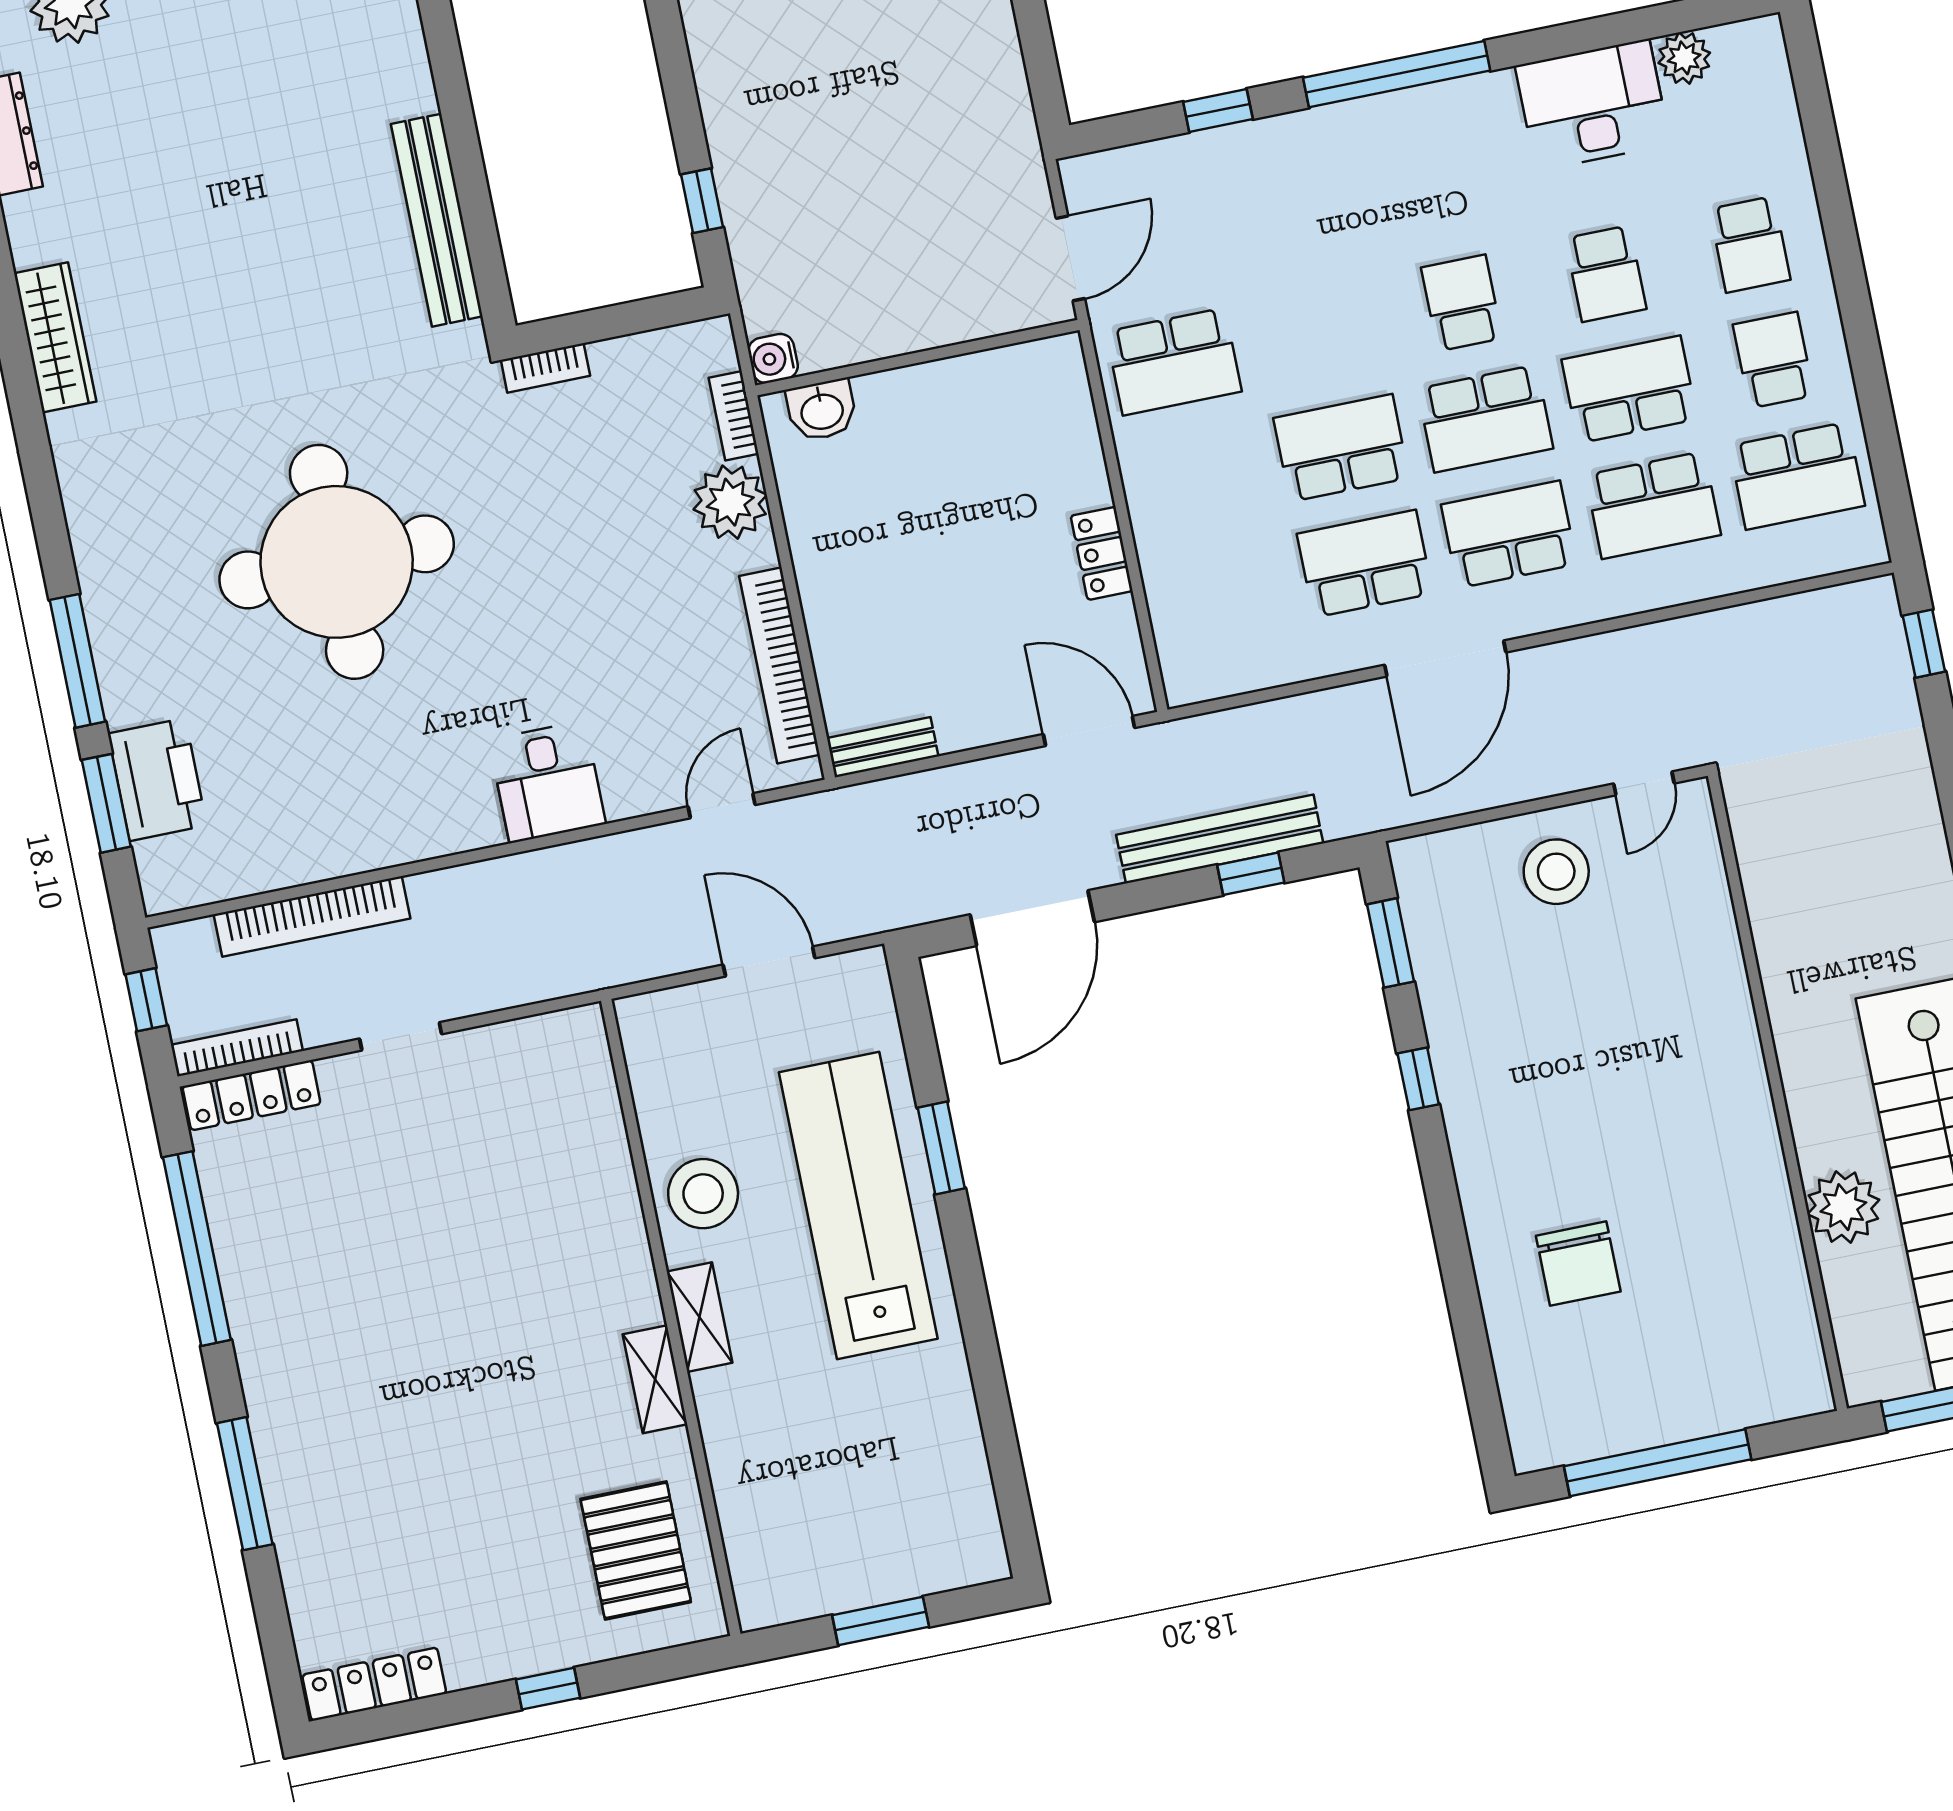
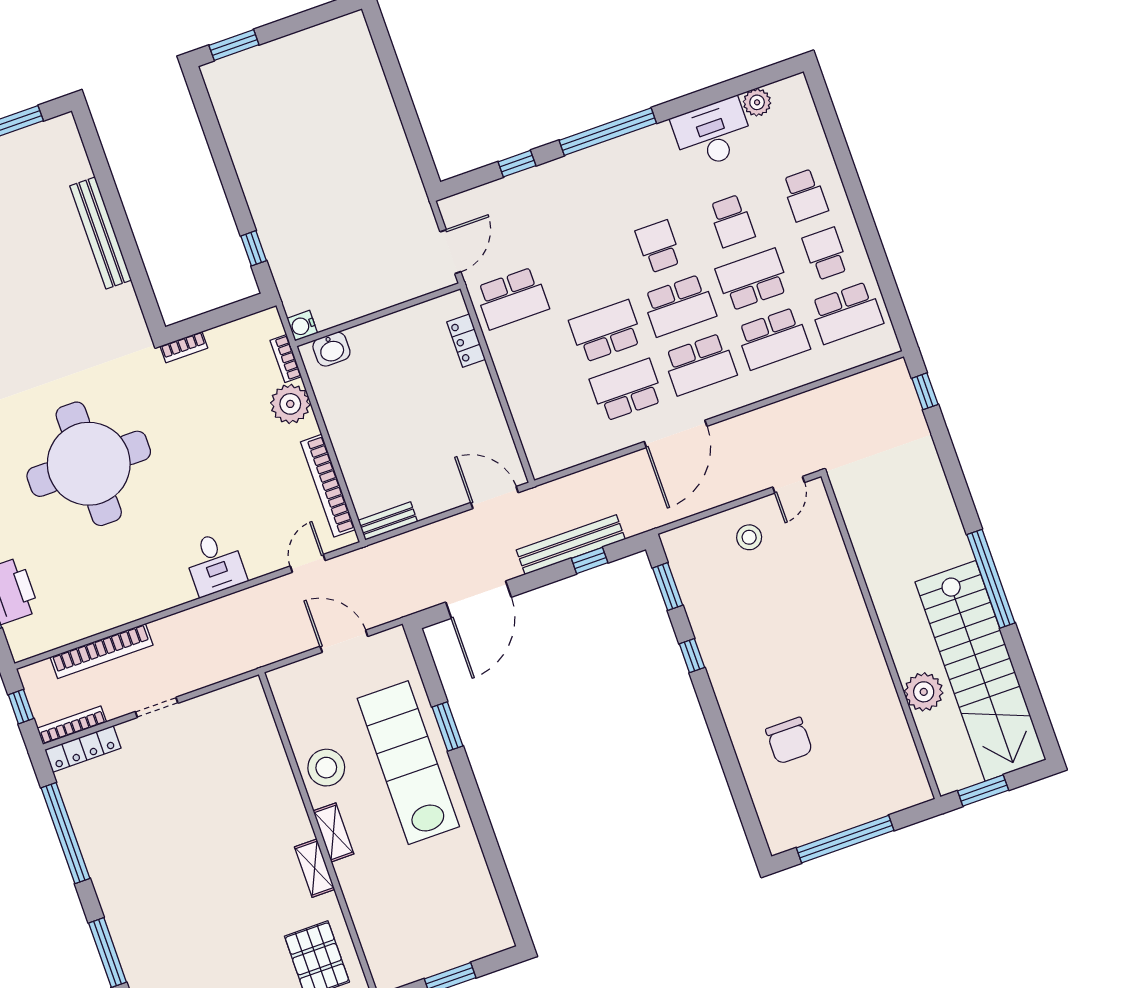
bench: (437, 220) -> (101, 233), moved
school desk: (1509, 534) -> (700, 364), turned 180
locker: (1102, 553) -> (466, 341), moved
stool: (1556, 872) -> (749, 537), width x0.73, depth x0.73

